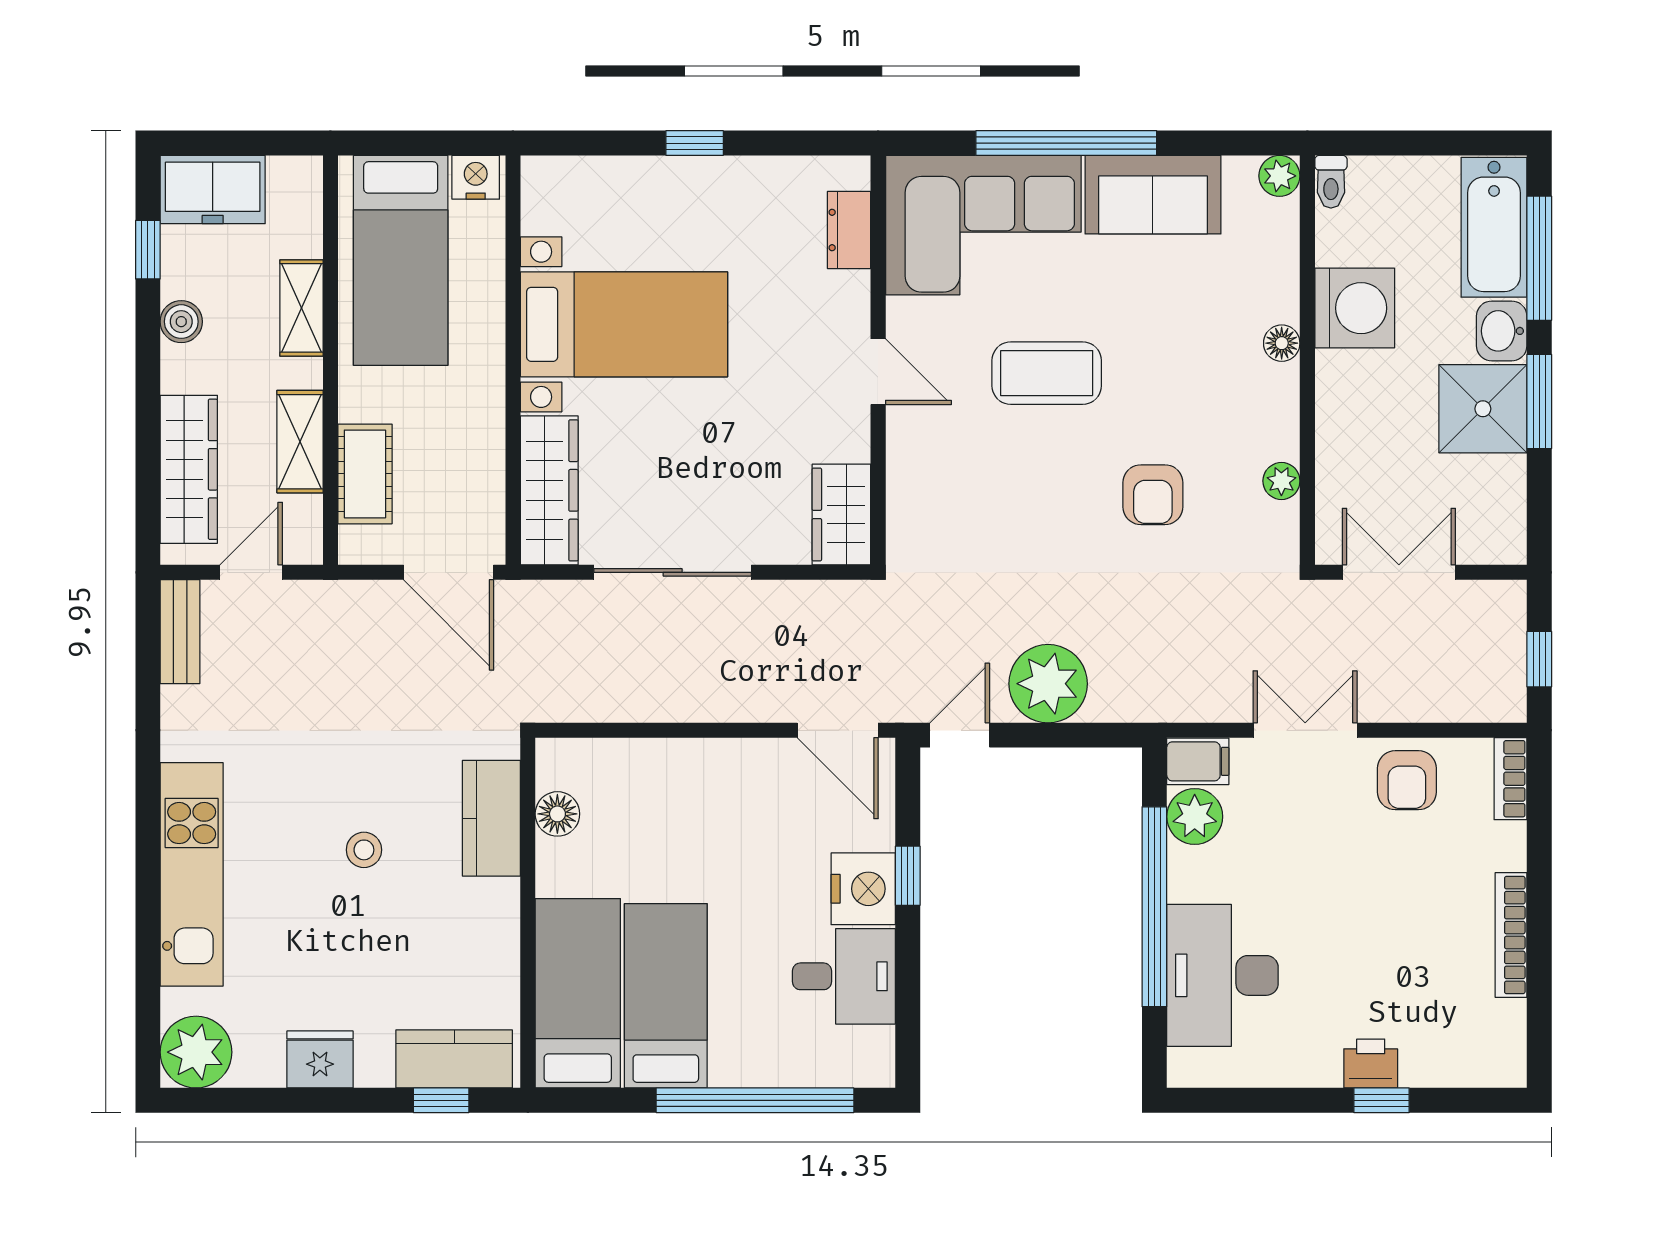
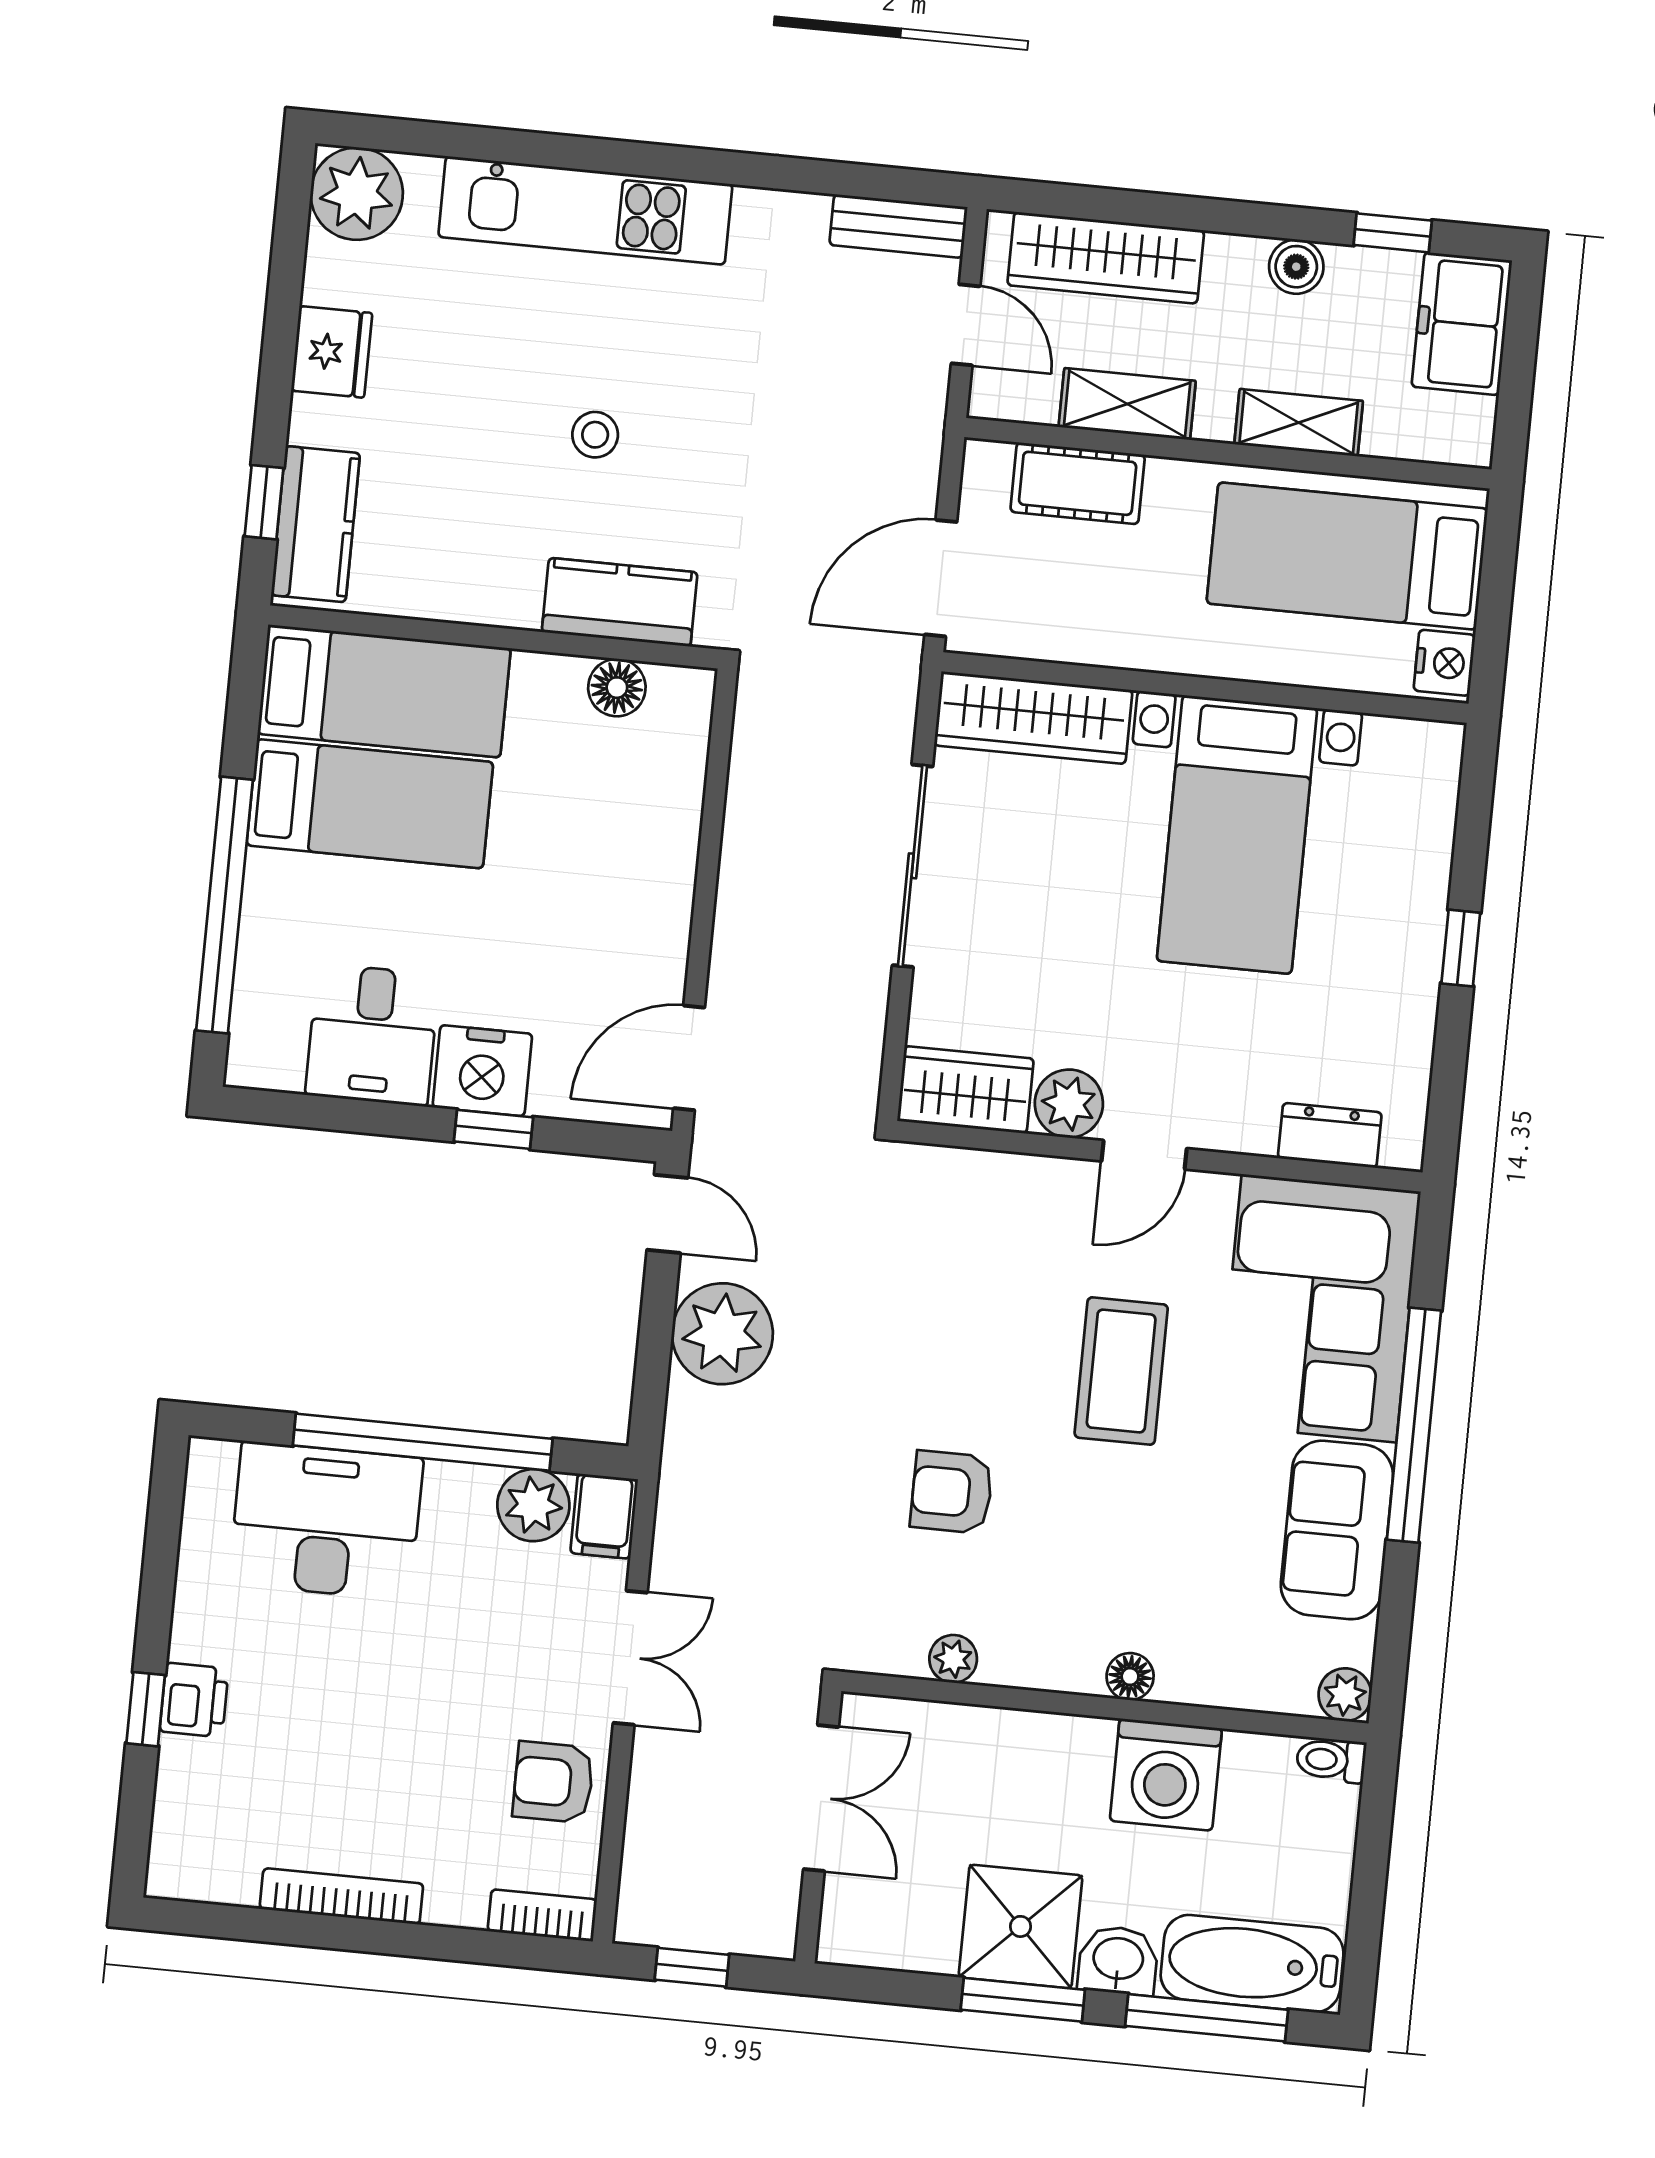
plant: (844, 434) -> (1069, 1104), added

